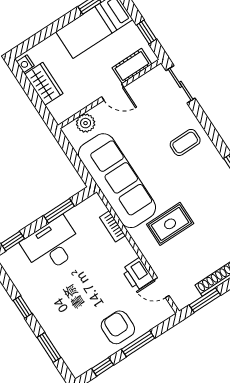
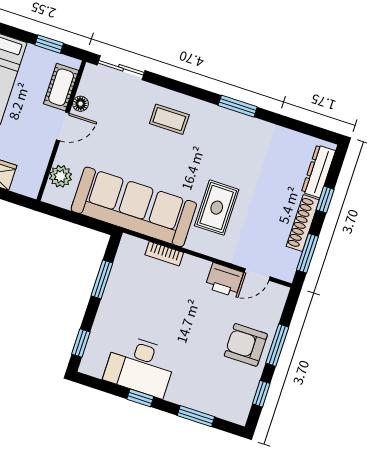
floor lamp: (136, 87) -> (80, 104), added
coffee table: (185, 142) -> (169, 119), turned 90
desk: (52, 245) -> (140, 366), moved, turned -90

